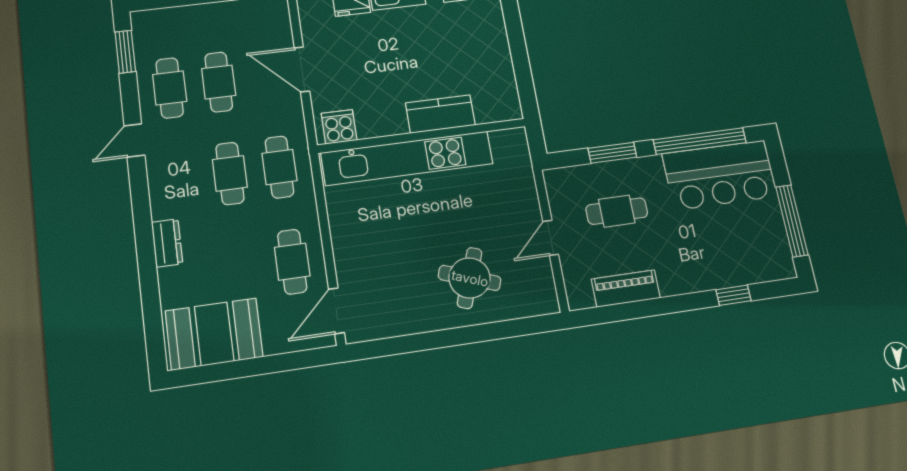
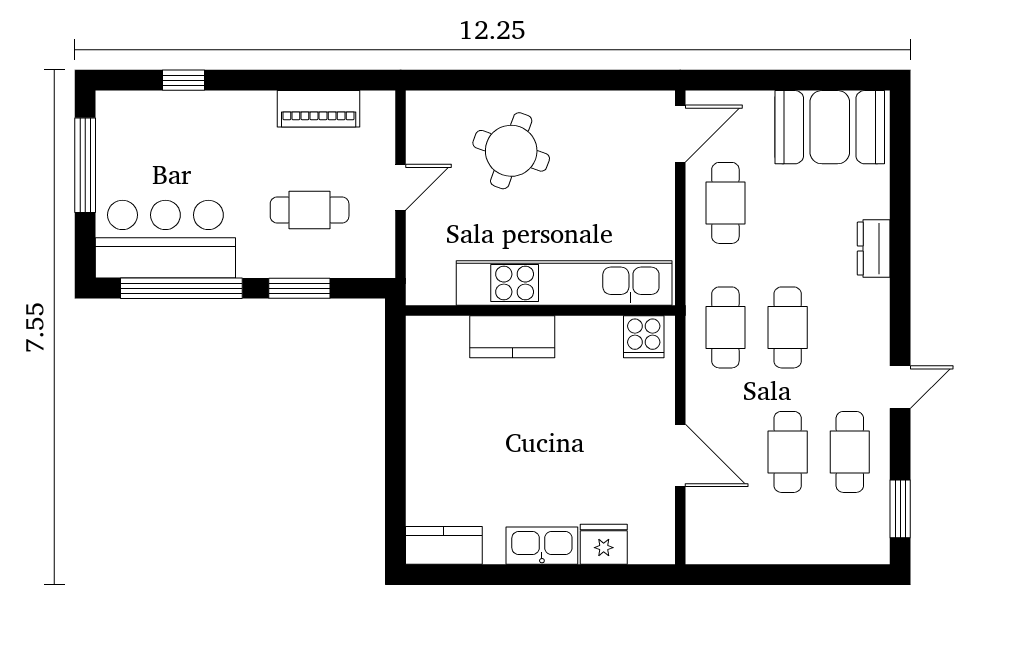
kitchen counter: (440, 114) -> (512, 337), moved
cooker: (339, 127) -> (644, 337), moved
wall: (422, 136) -> (540, 310), moved
kitchen unit: (407, 158) -> (564, 283), moved

